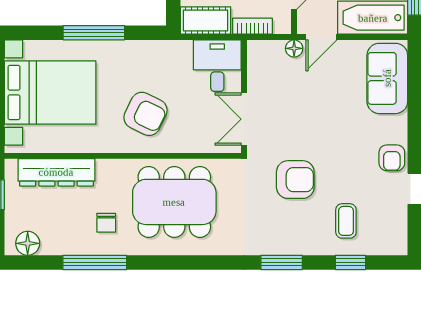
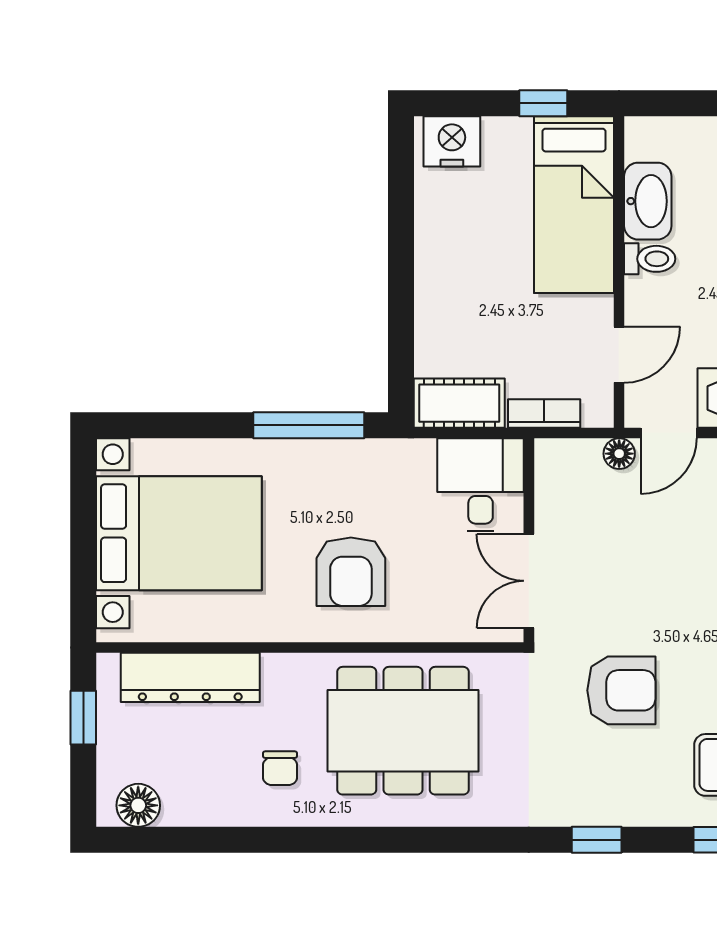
window: (94, 33) -> (309, 425), moved
armchair: (145, 114) -> (351, 572), turned 64
window: (95, 262) -> (259, 840), removed
window: (282, 262) -> (597, 840), width x0.67

